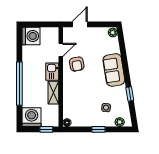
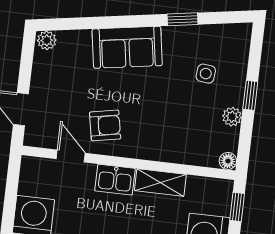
plant: (120, 122) -> (232, 117), moved

